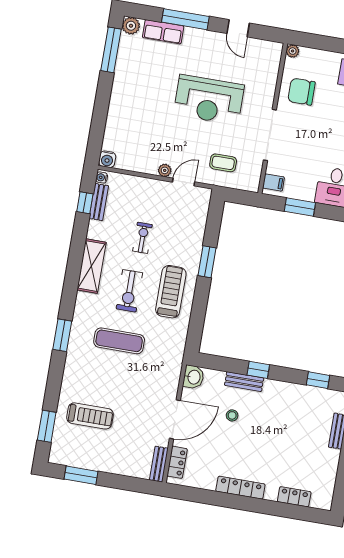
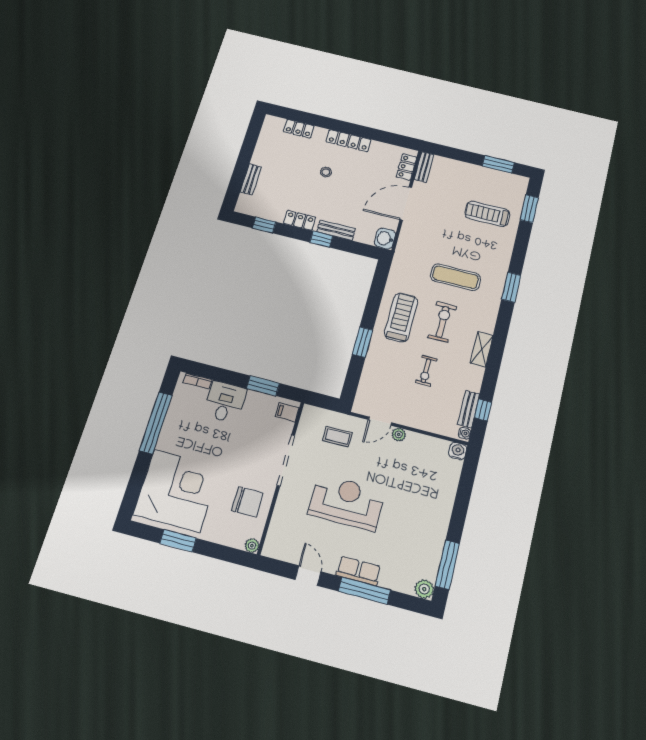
row of seats: (163, 32) -> (358, 571), moved
shelving: (91, 266) -> (482, 349), width x0.67, depth x0.75
treadmill: (171, 292) -> (401, 317), turned 180
locker: (282, 389) -> (300, 220), added
stool: (232, 415) -> (326, 172), moved

